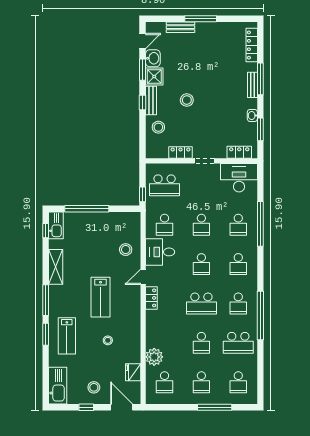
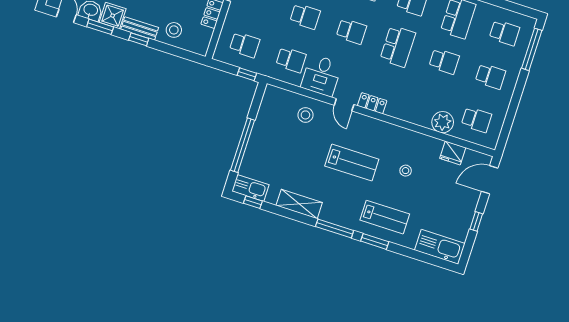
school desk: (165, 185) -> (245, 45), width x0.54
stool: (94, 387) -> (456, 205), removed
window: (215, 407) -> (532, 49), moved

